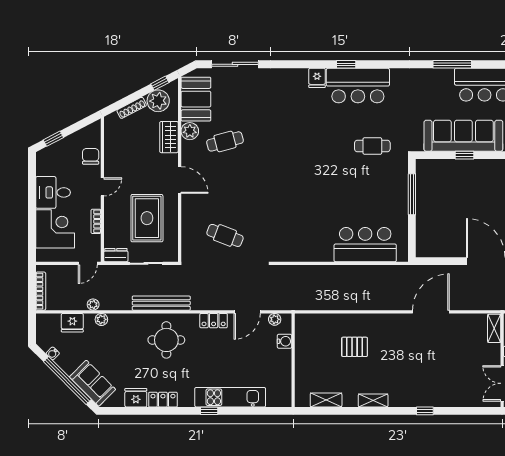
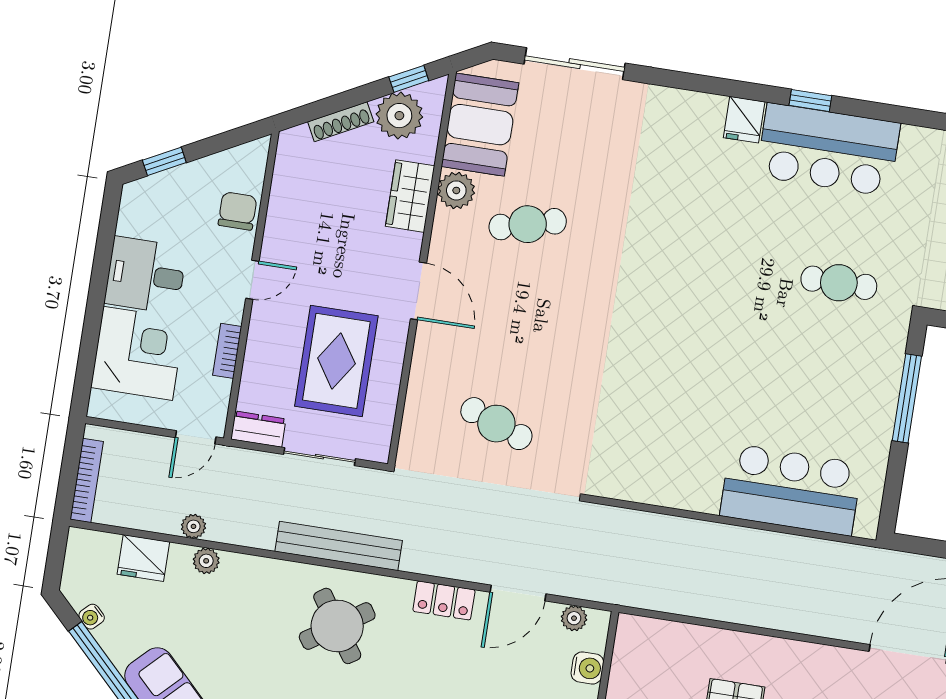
round table: (166, 340) -> (337, 626), turned -34

